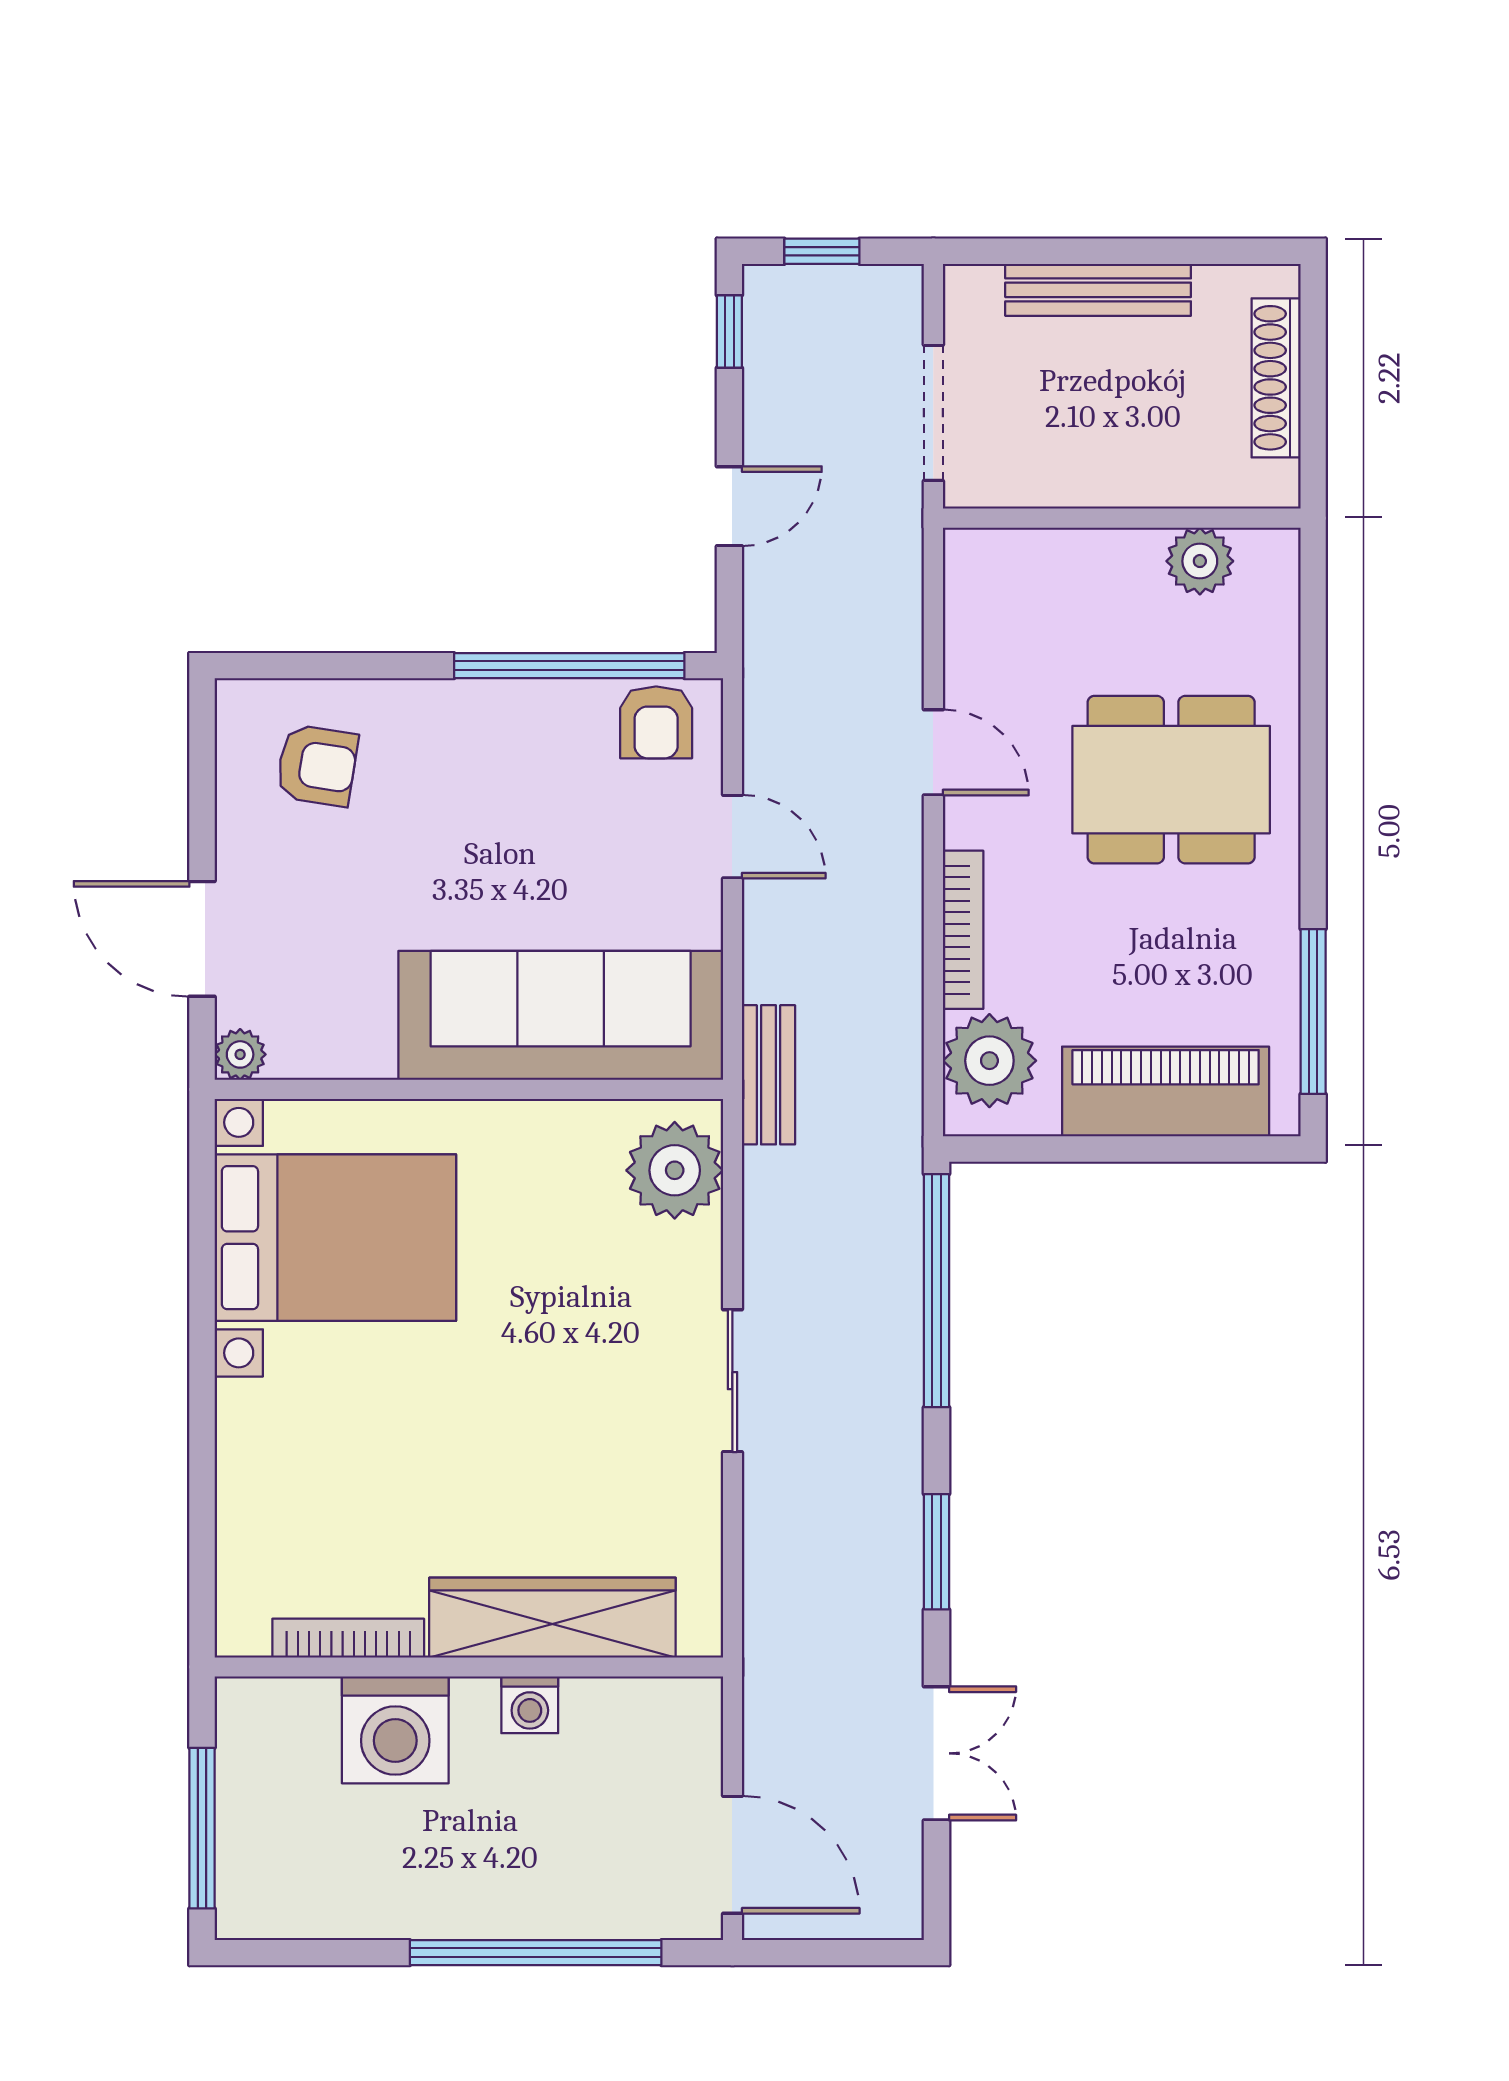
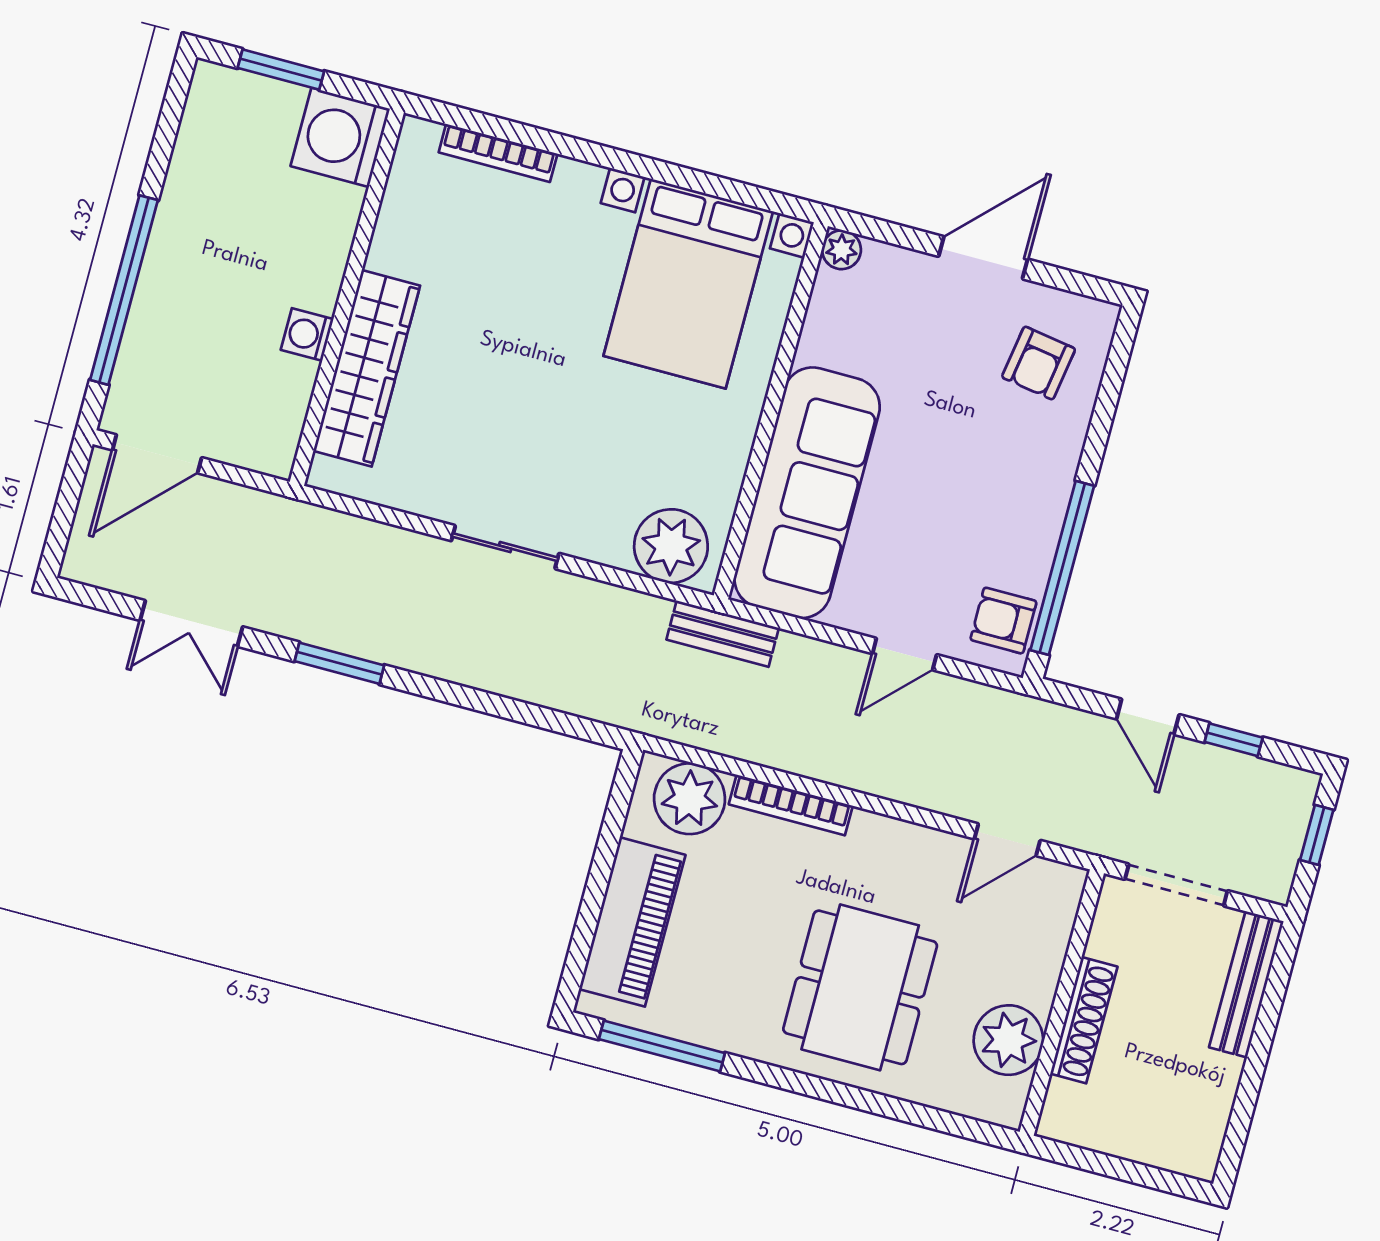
bench: (1098, 290) -> (1246, 984), moved
window: (729, 331) -> (1234, 740), moved
shoe rack: (1276, 378) -> (1084, 1020), moved, turned 90
plant: (1200, 561) -> (1008, 1040), width x1.36, depth x1.36
door: (933, 752) -> (1007, 840), moved
door: (202, 939) -> (983, 258), moved
window: (937, 1291) -> (531, 715), removed
bookcase: (348, 1638) -> (498, 153), moved, turned 90
washing machine: (395, 1730) -> (340, 137), moved
window: (202, 1828) -> (281, 70), width x0.69

